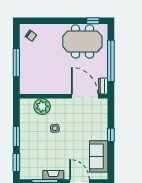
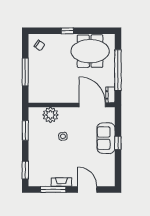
window: (93, 21) -> (67, 31), moved
window: (16, 137) -> (25, 130), moved
sofa: (99, 156) -> (106, 138), moved

